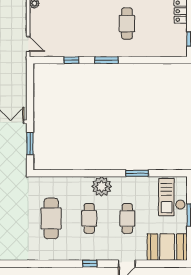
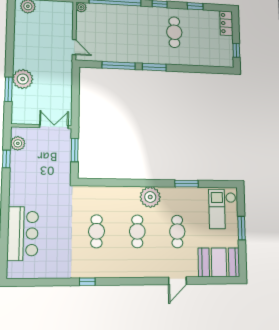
window: (71, 60) -> (119, 65), width x2.17
cafe table: (51, 218) -> (97, 231), width x0.73, depth x0.74
window: (90, 264) -> (87, 282), moved

